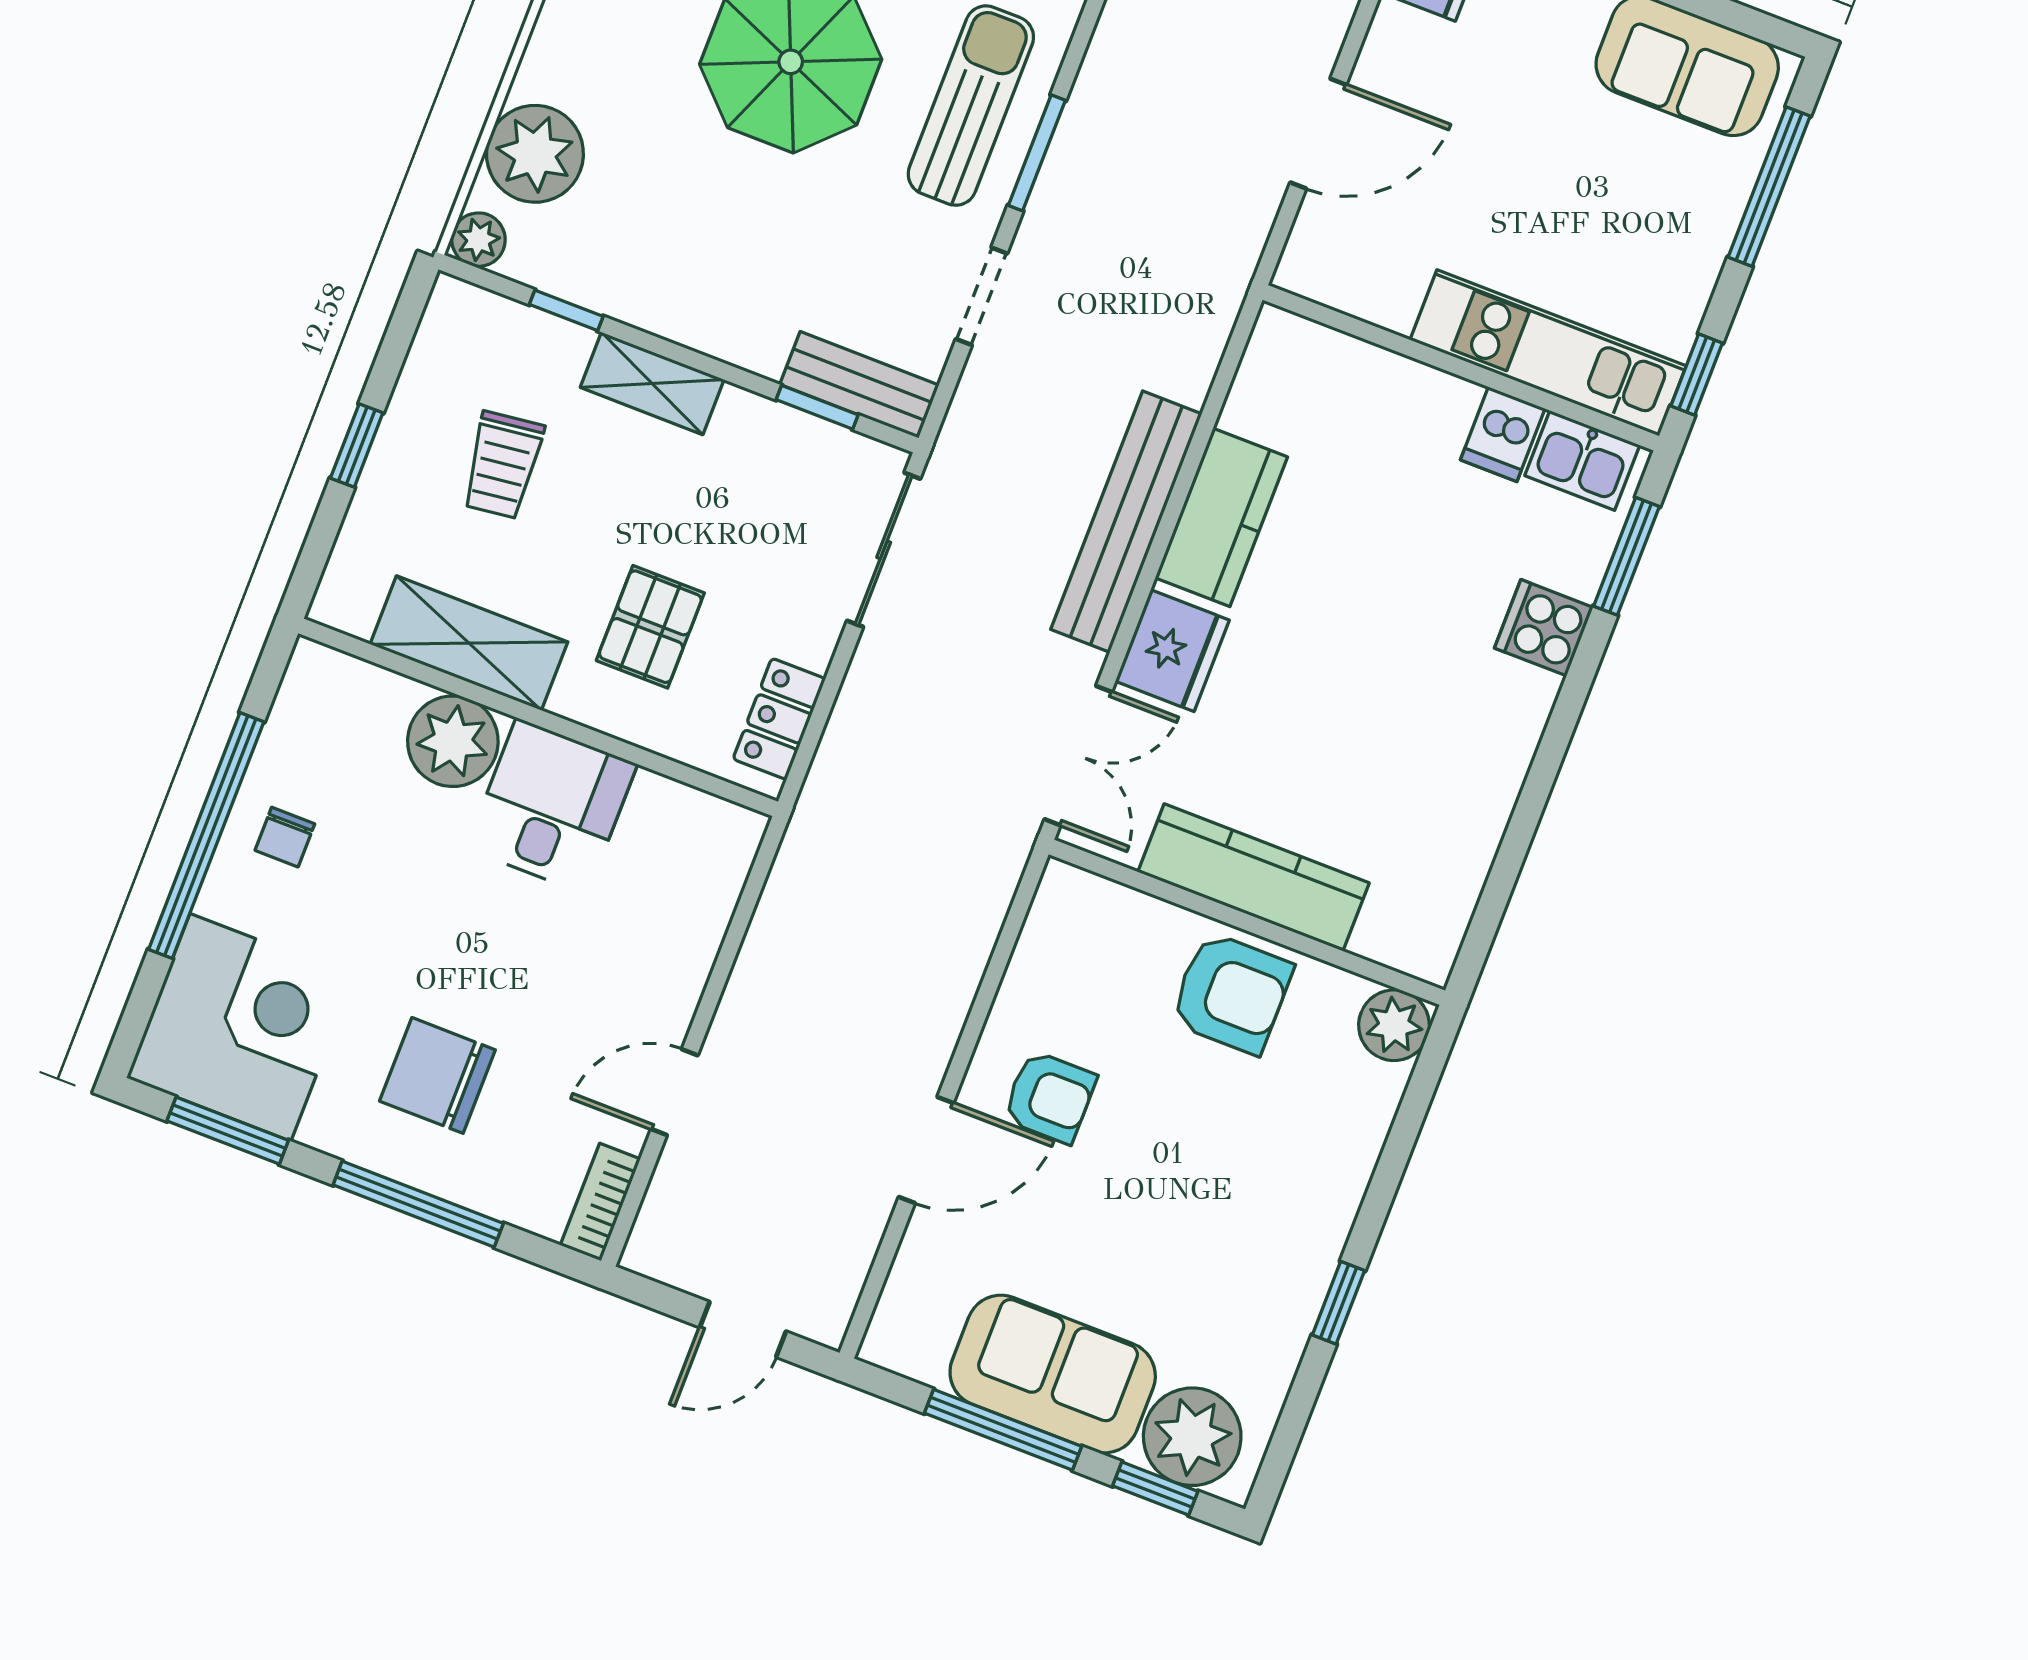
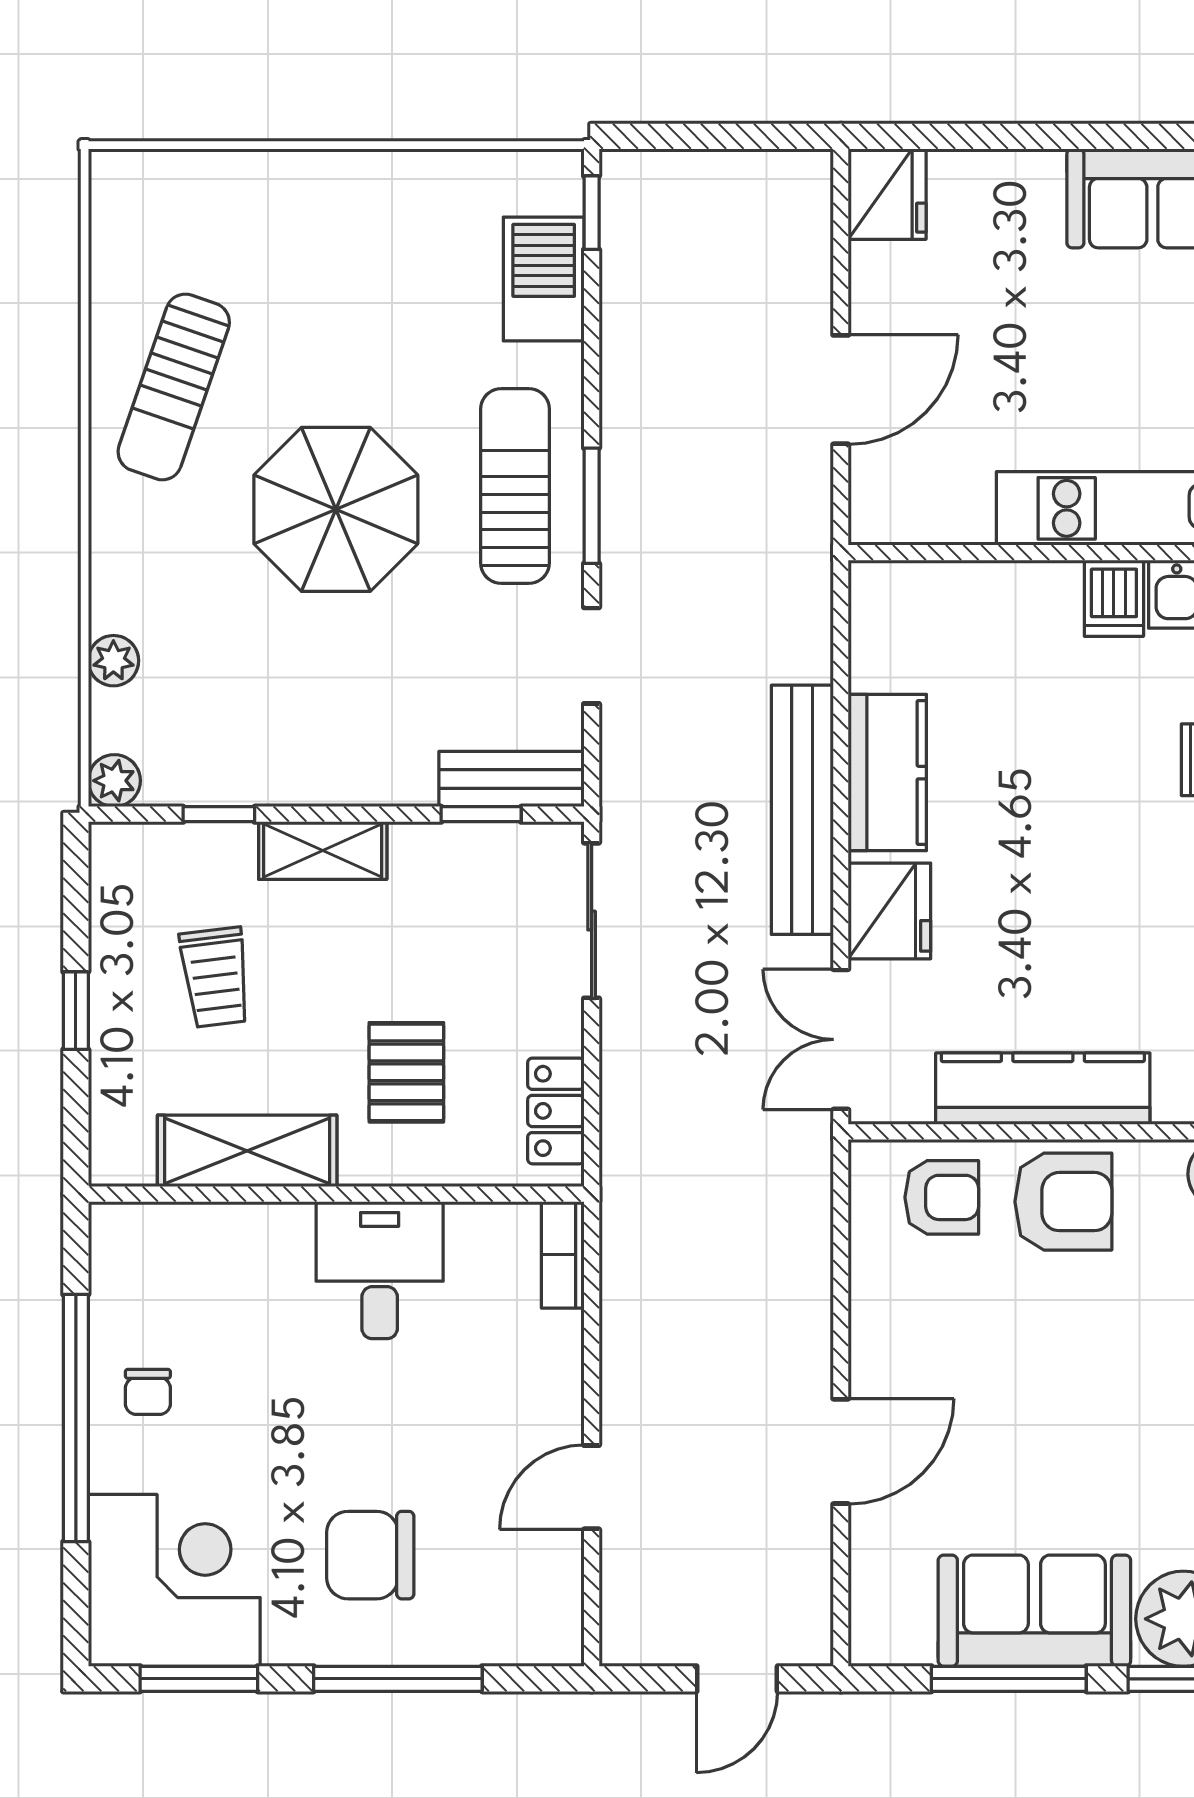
plant: (535, 154) -> (113, 661), width x0.53, depth x0.53
plant: (453, 741) -> (267, 1246), removed
double door: (1078, 756) -> (841, 1039), swing flipped
armchair: (1050, 1097) -> (942, 1197), moved
bookcase: (600, 1202) -> (563, 1255), moved

